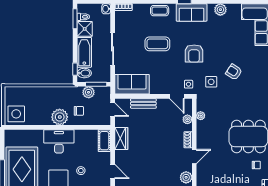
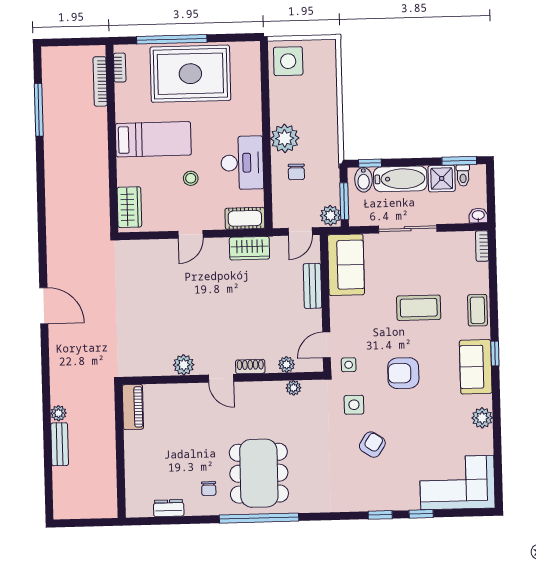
coffee table: (157, 44) -> (419, 308), turned 90
plant: (89, 92) -> (330, 215), moved
desk: (59, 141) -> (242, 163), moved

